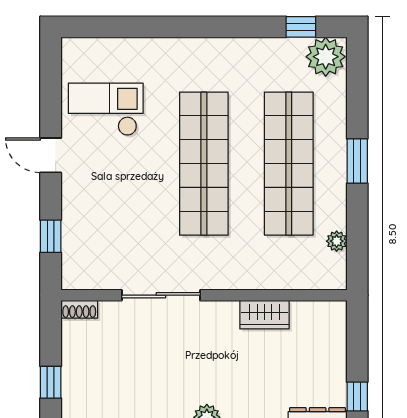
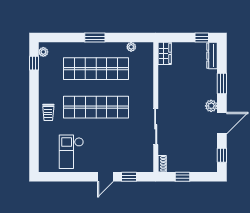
plant: (326, 57) -> (43, 52), width x0.53, depth x0.53
trolley: (192, 58) -> (48, 112), added
door: (51, 155) -> (105, 177), moved
wardrobe: (264, 315) -> (165, 53), moved
window: (51, 382) -> (182, 177), moved

